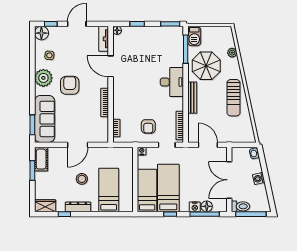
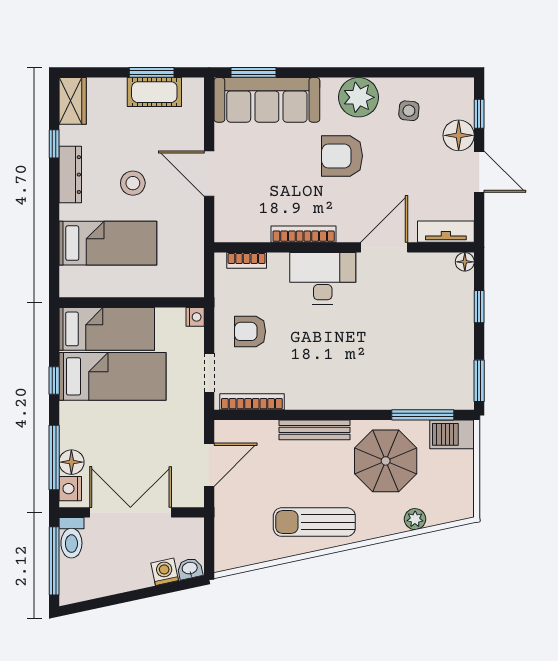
floor lamp: (41, 33) -> (459, 135), moved
desk: (172, 82) -> (323, 278), moved, turned 180
armchair: (70, 85) -> (342, 156), turned 180
cot: (41, 159) -> (154, 92), moved
washing machine: (259, 179) -> (165, 572), moved
nightstand: (195, 207) -> (70, 489), moved

